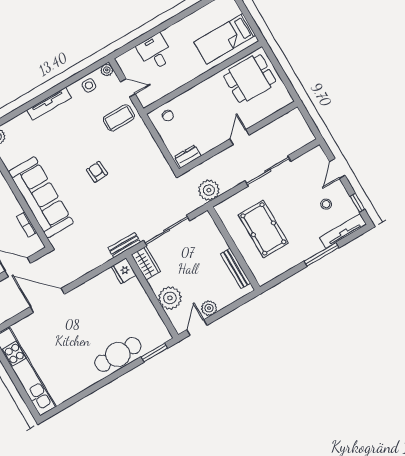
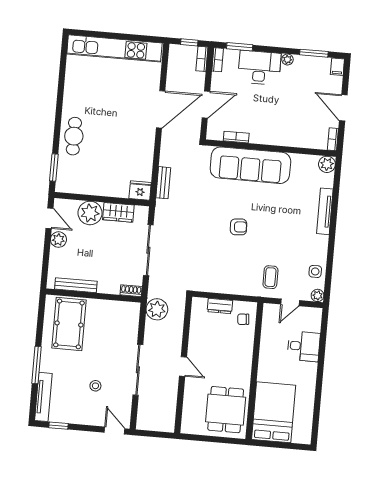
bed: (225, 39) -> (274, 412), width x1.50
tv unit: (49, 104) -> (325, 211), moved
coffee table: (119, 118) -> (270, 277), width x0.73, depth x0.77
dresser: (188, 156) -> (220, 306), moved, turned 90
door: (337, 169) -> (115, 431), moved
stool: (326, 204) -> (95, 386), moved
shoe rack: (209, 221) -> (131, 291), added
pool table: (263, 229) -> (69, 324), moved, turned 90
bench: (124, 245) -> (163, 183), moved
wardrobe: (146, 263) -> (118, 212), moved
cafe table: (118, 354) -> (74, 136), width x0.73, depth x0.74

